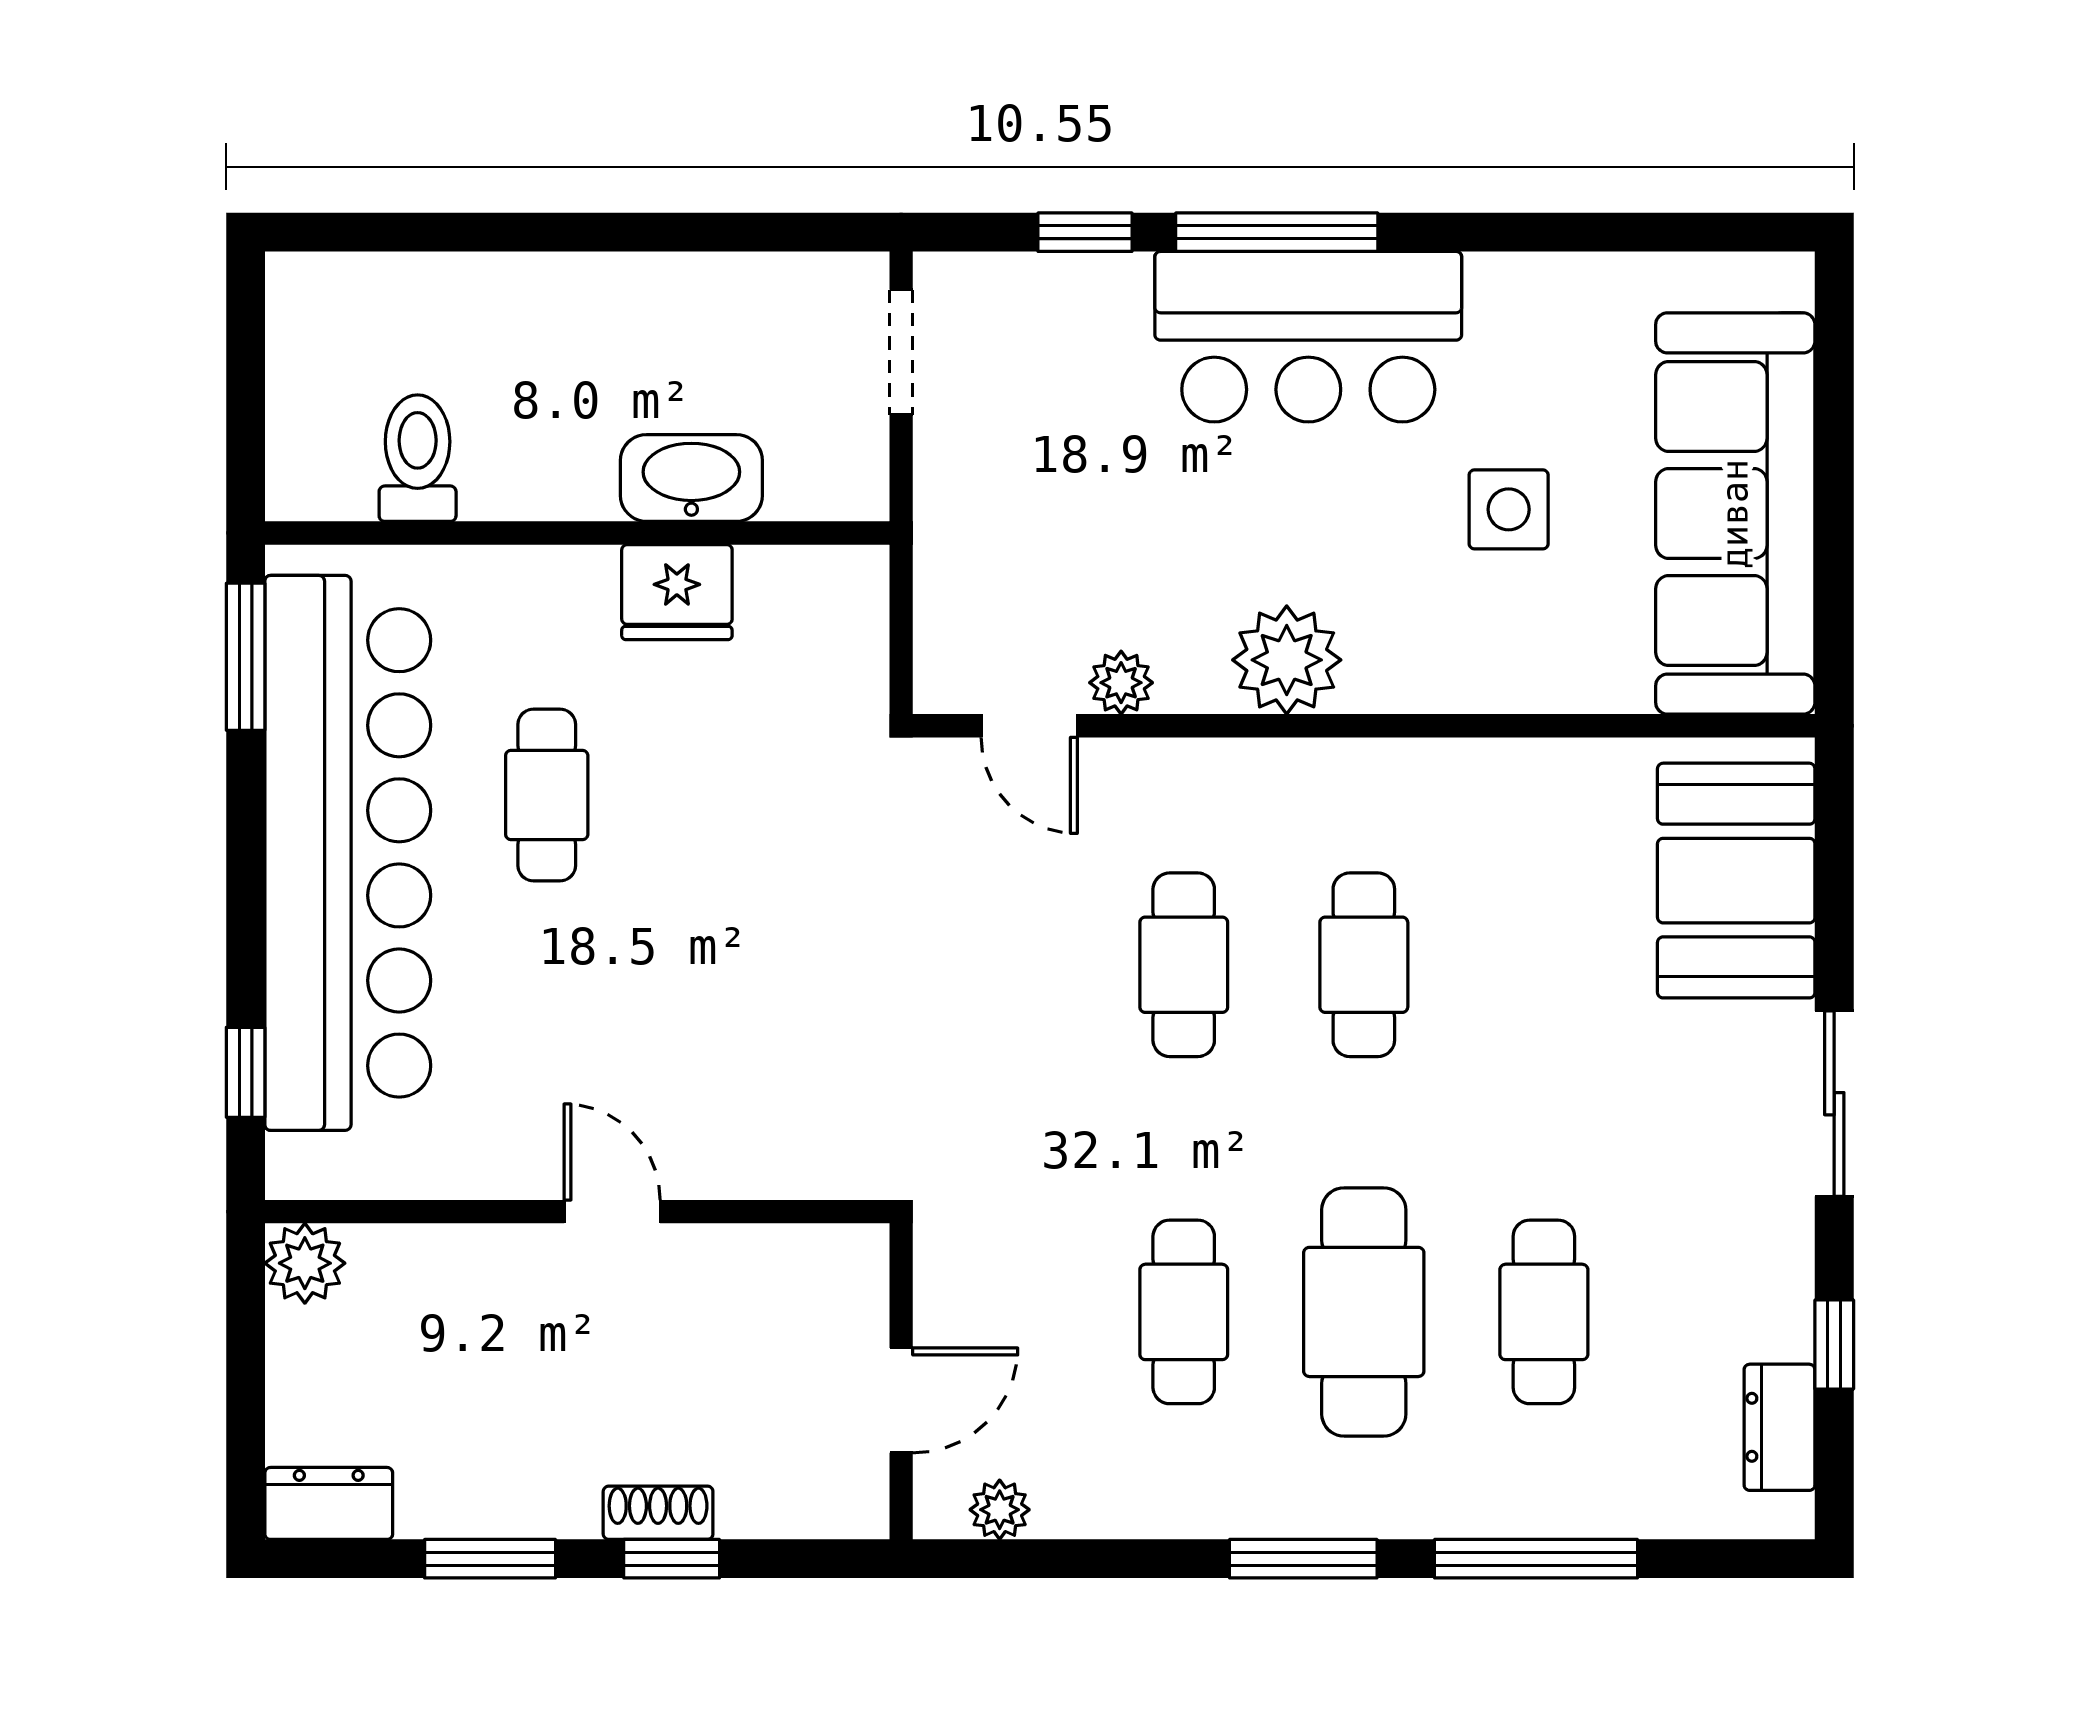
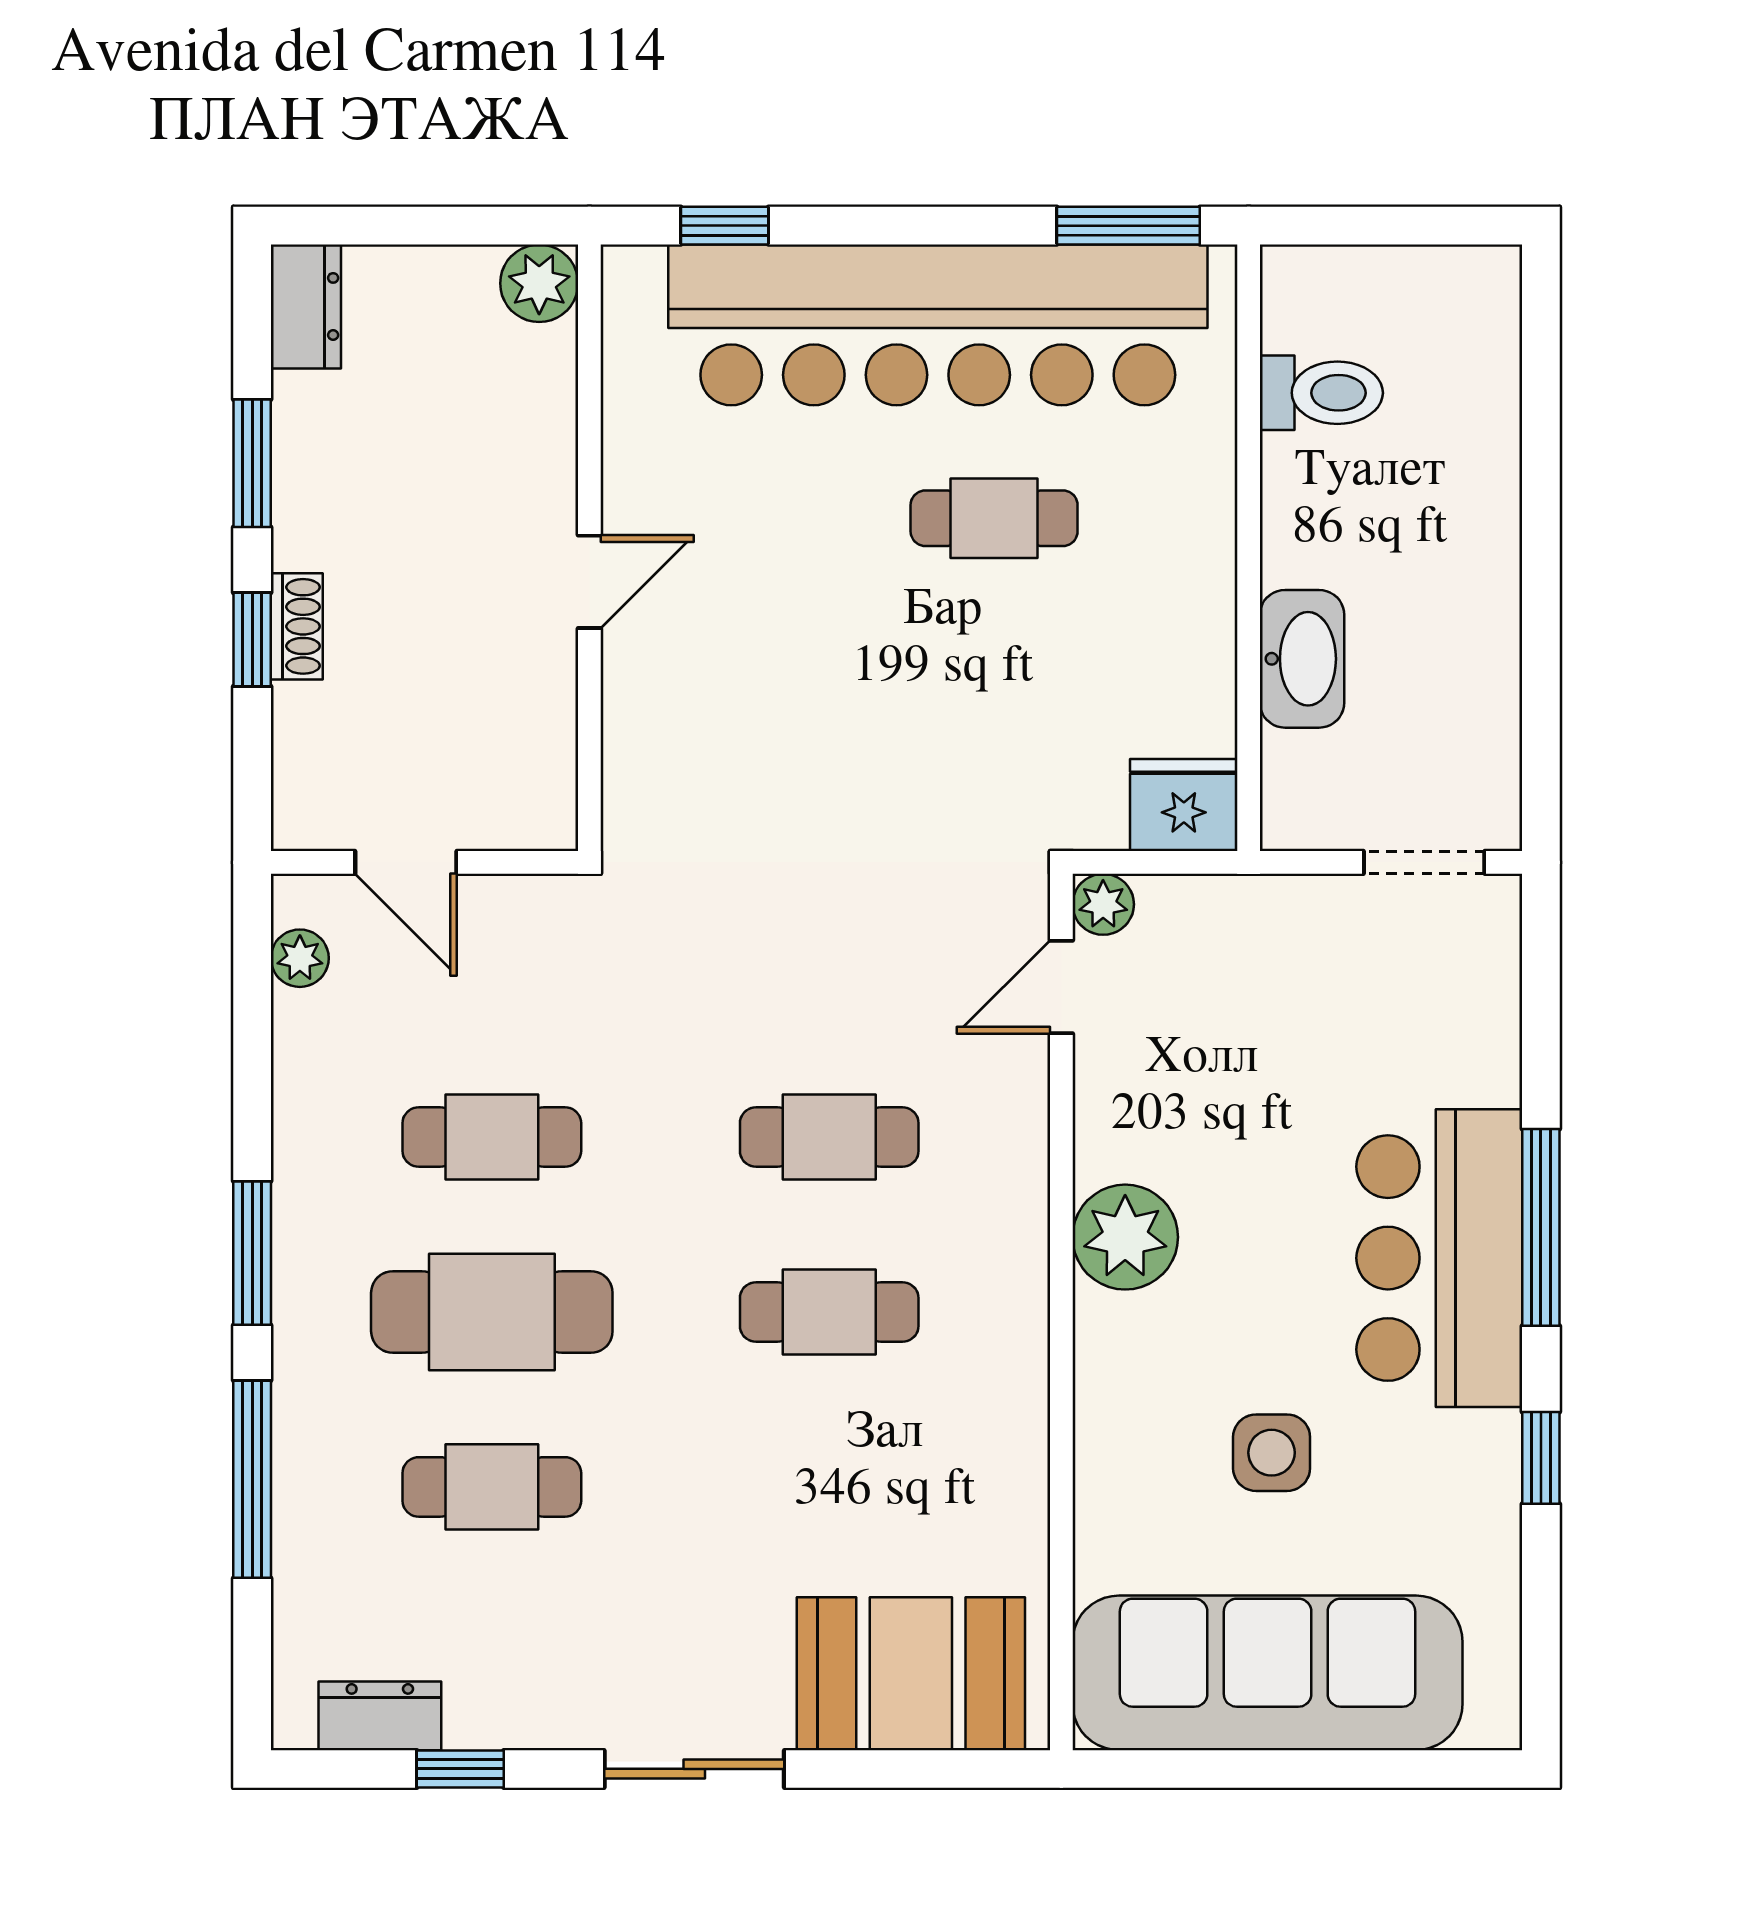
window: (1085, 232) -> (1541, 1458), moved
fridge: (677, 592) -> (1184, 805), moved, turned 90
plant: (1121, 683) -> (1103, 904), moved

